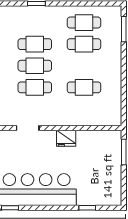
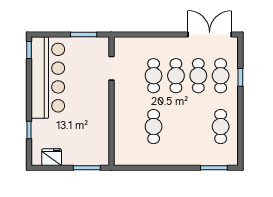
cafe table: (84, 44) -> (221, 76), moved
fridge: (66, 138) -> (52, 157), moved, turned 90

